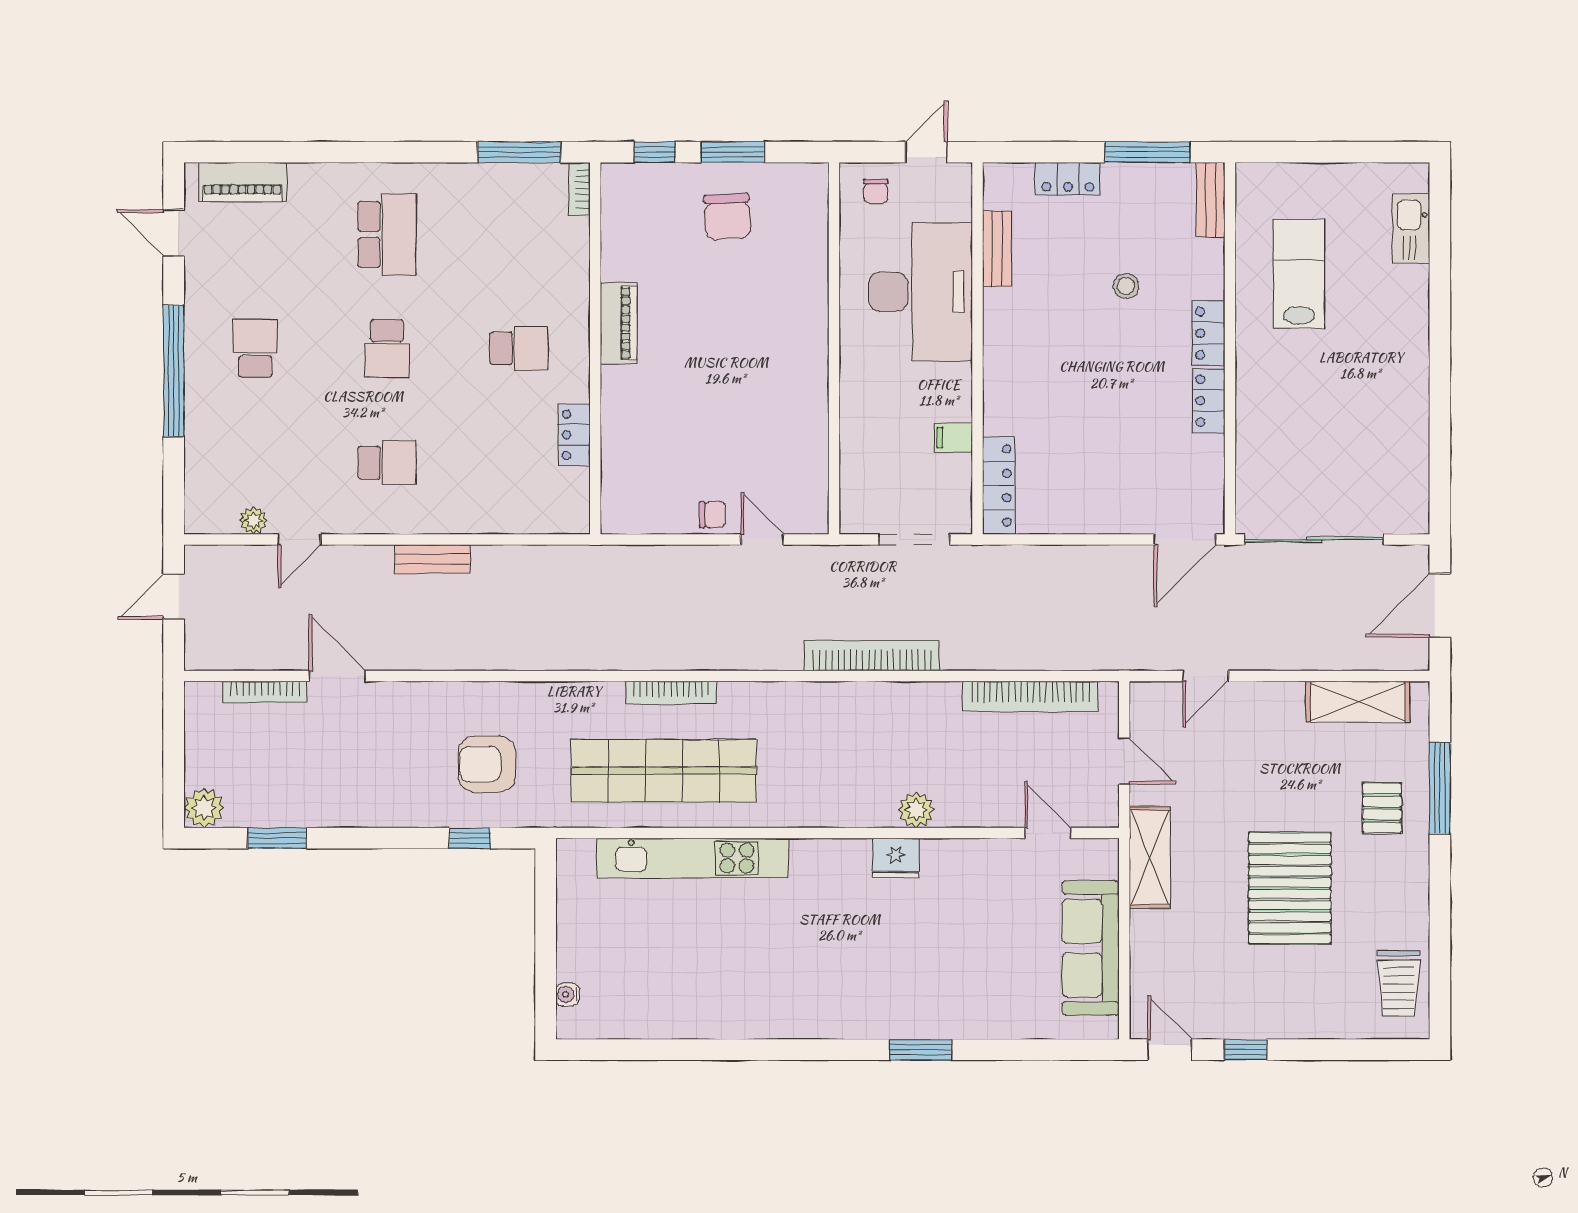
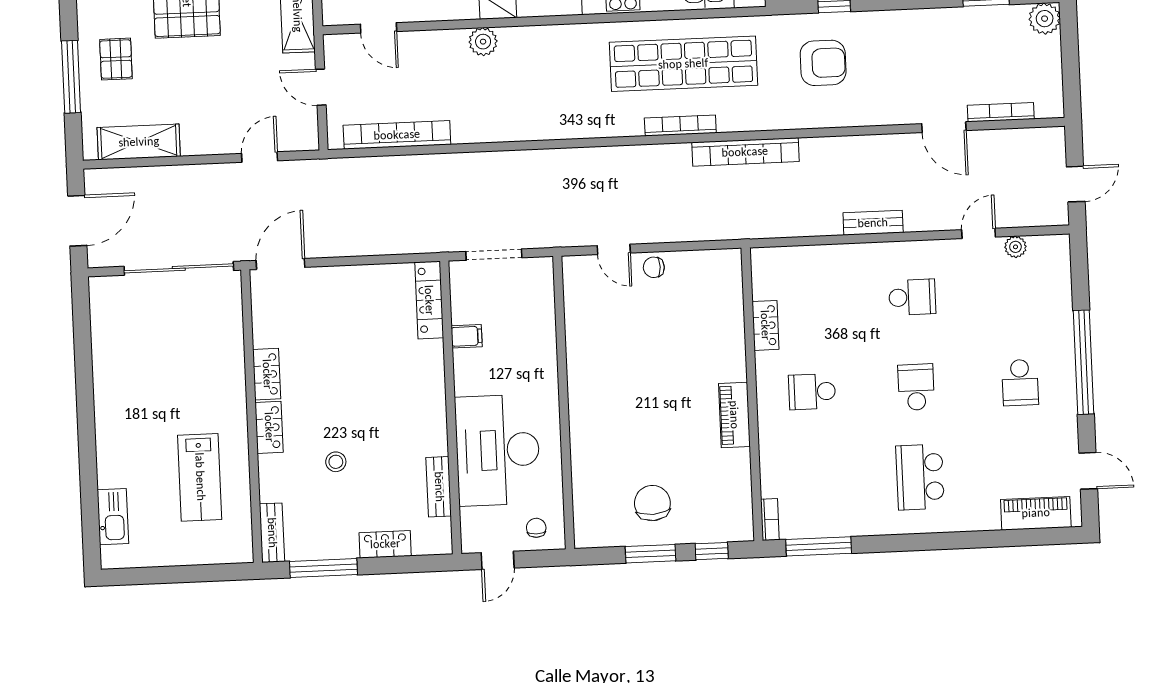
school desk: (387, 462) -> (912, 297), turned 180
bookcase: (872, 656) -> (745, 152), moved

